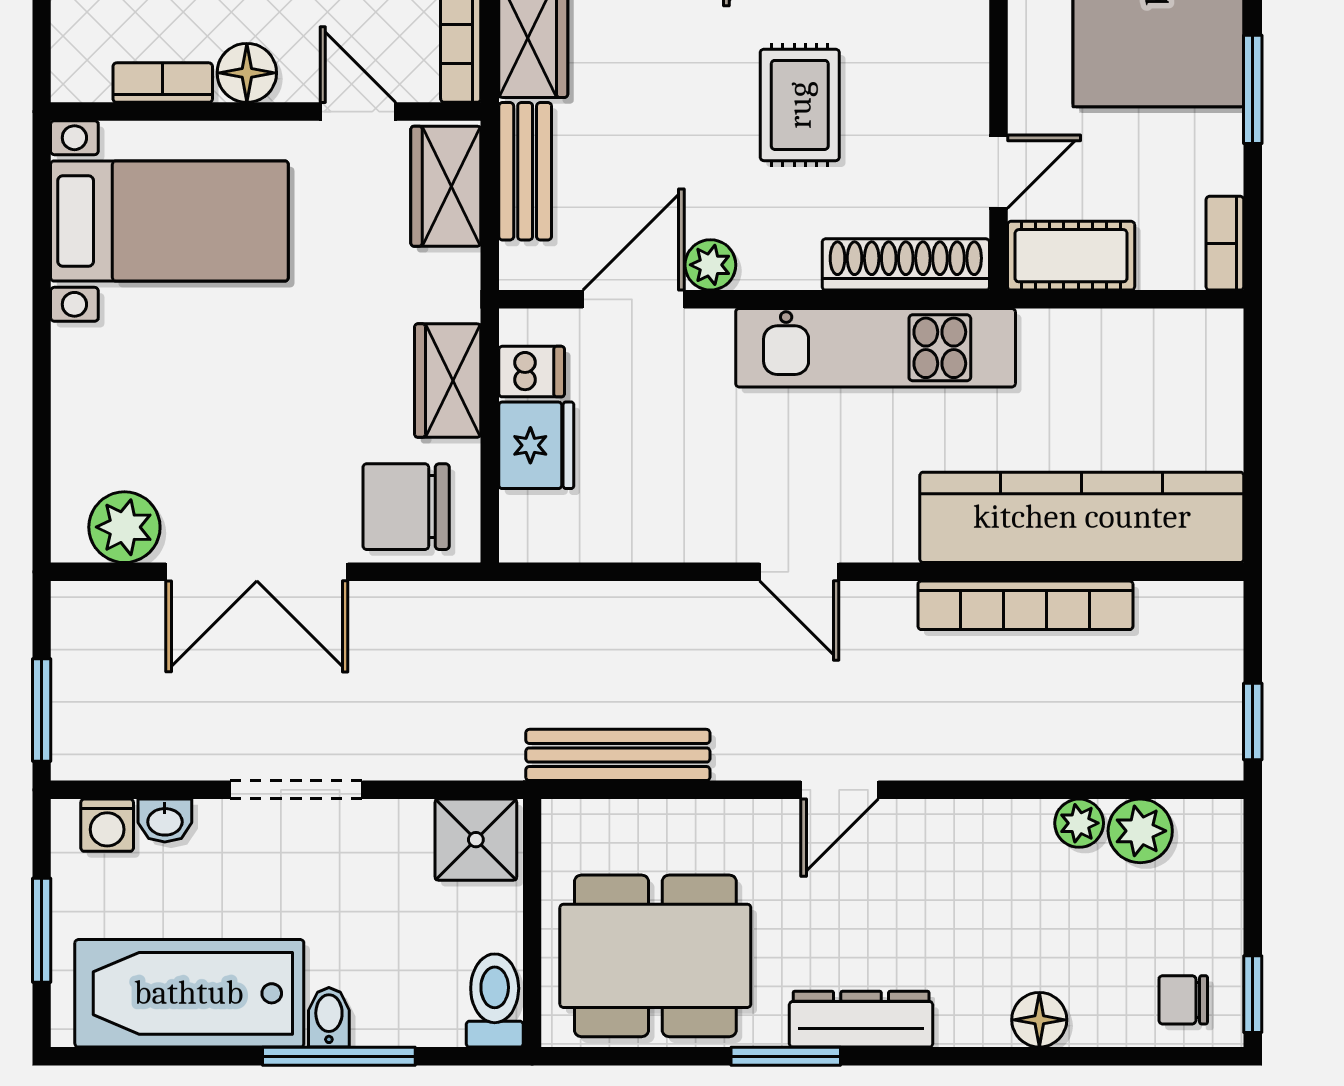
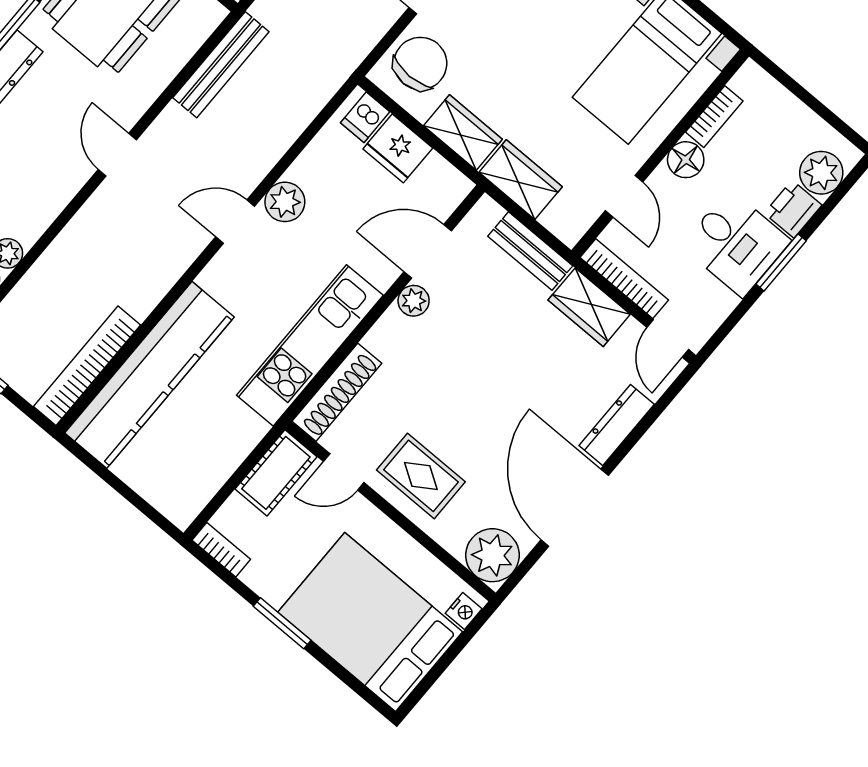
rug: (800, 105) -> (421, 476), moved
door: (358, 112) -> (624, 196), hinge flipped
door: (998, 172) -> (344, 472), hinge flipped
wardrobe: (446, 186) -> (521, 180), moved
door: (633, 299) -> (428, 251), swing flipped
dishwasher: (532, 372) -> (365, 117), moved
plant: (722, 530) -> (285, 202), added
bookcase: (1025, 605) -> (87, 366), moved

